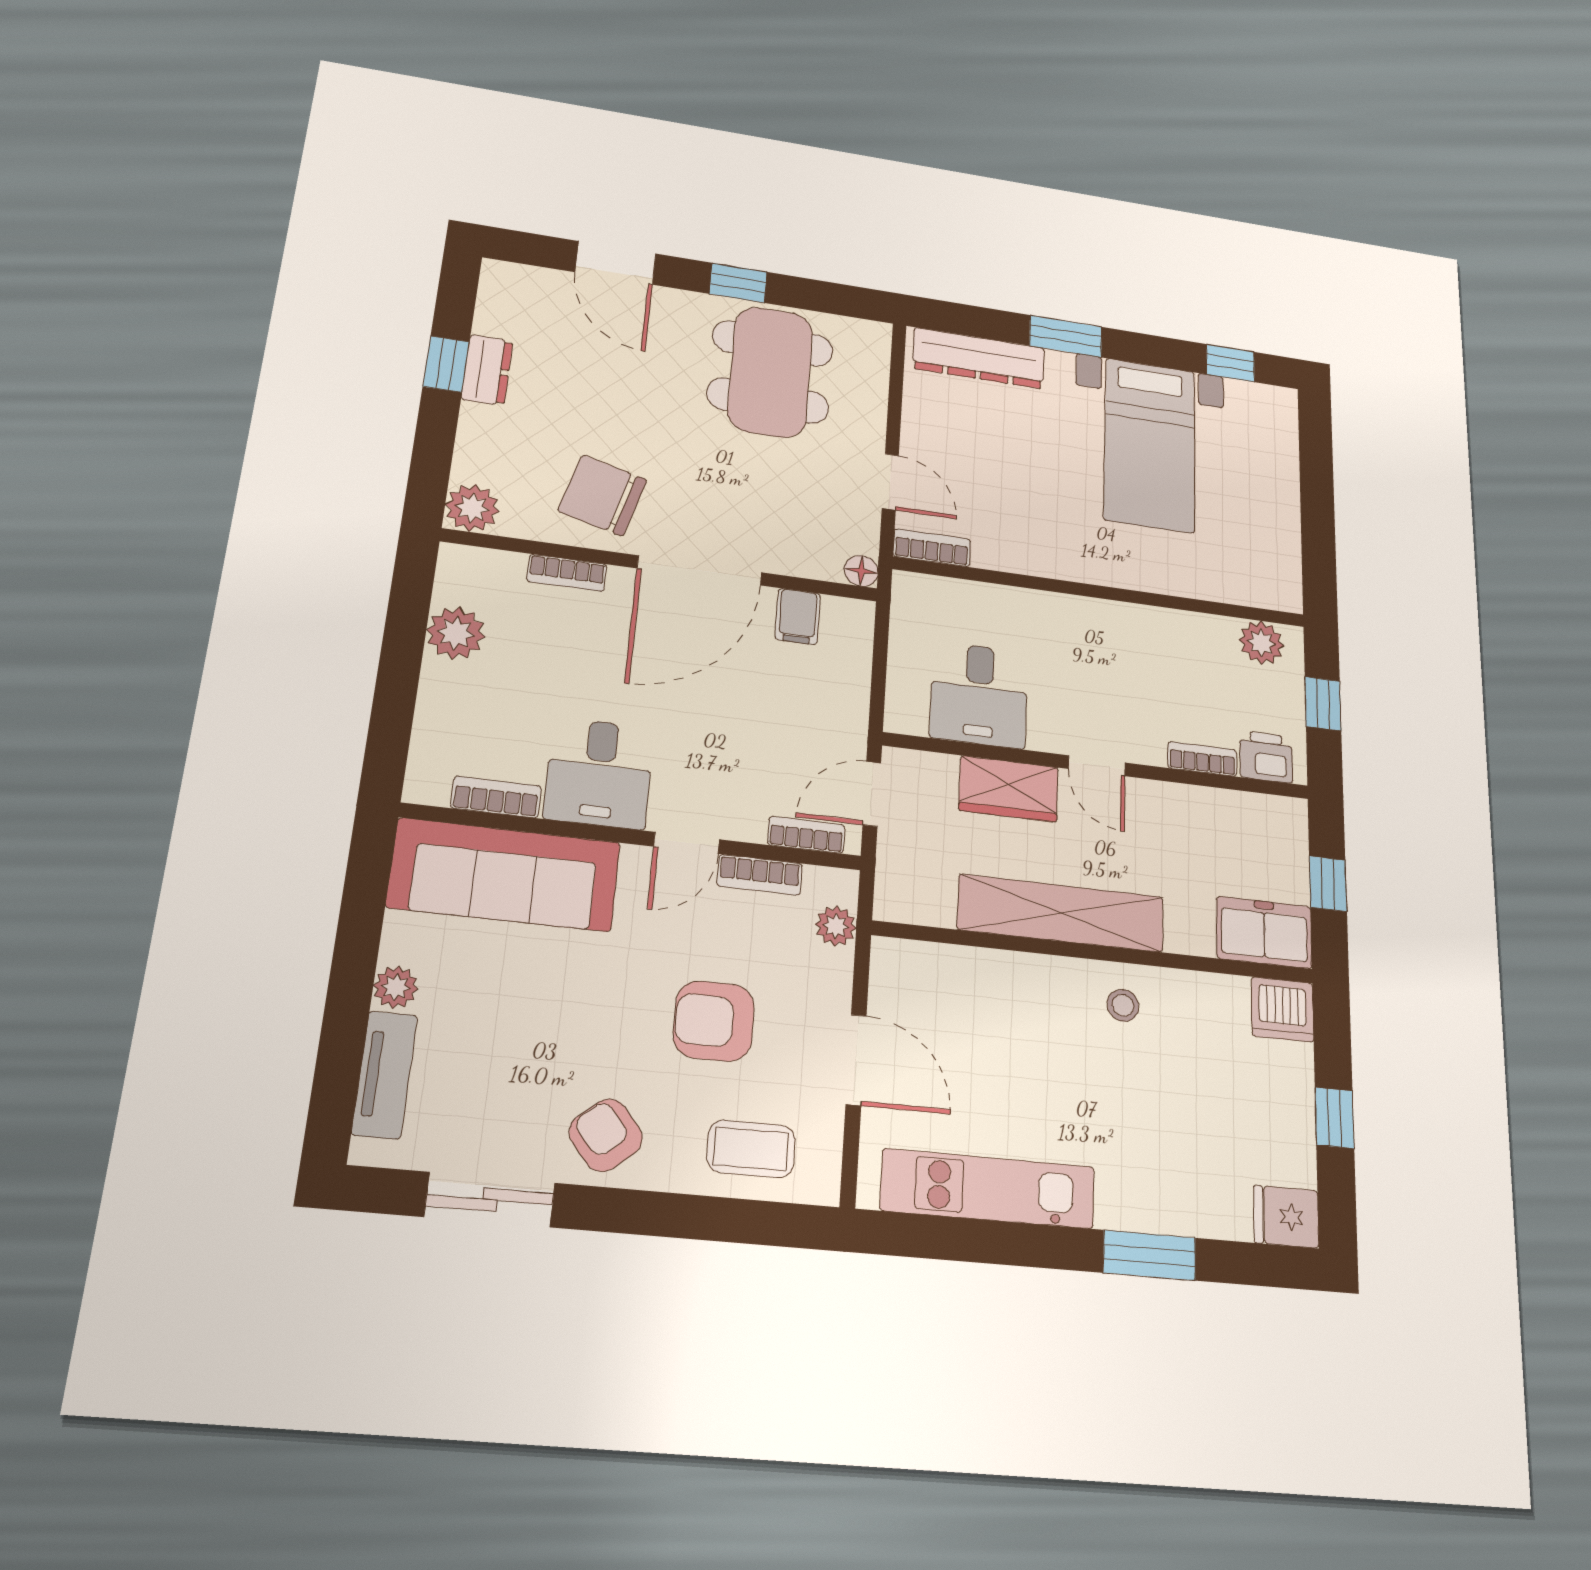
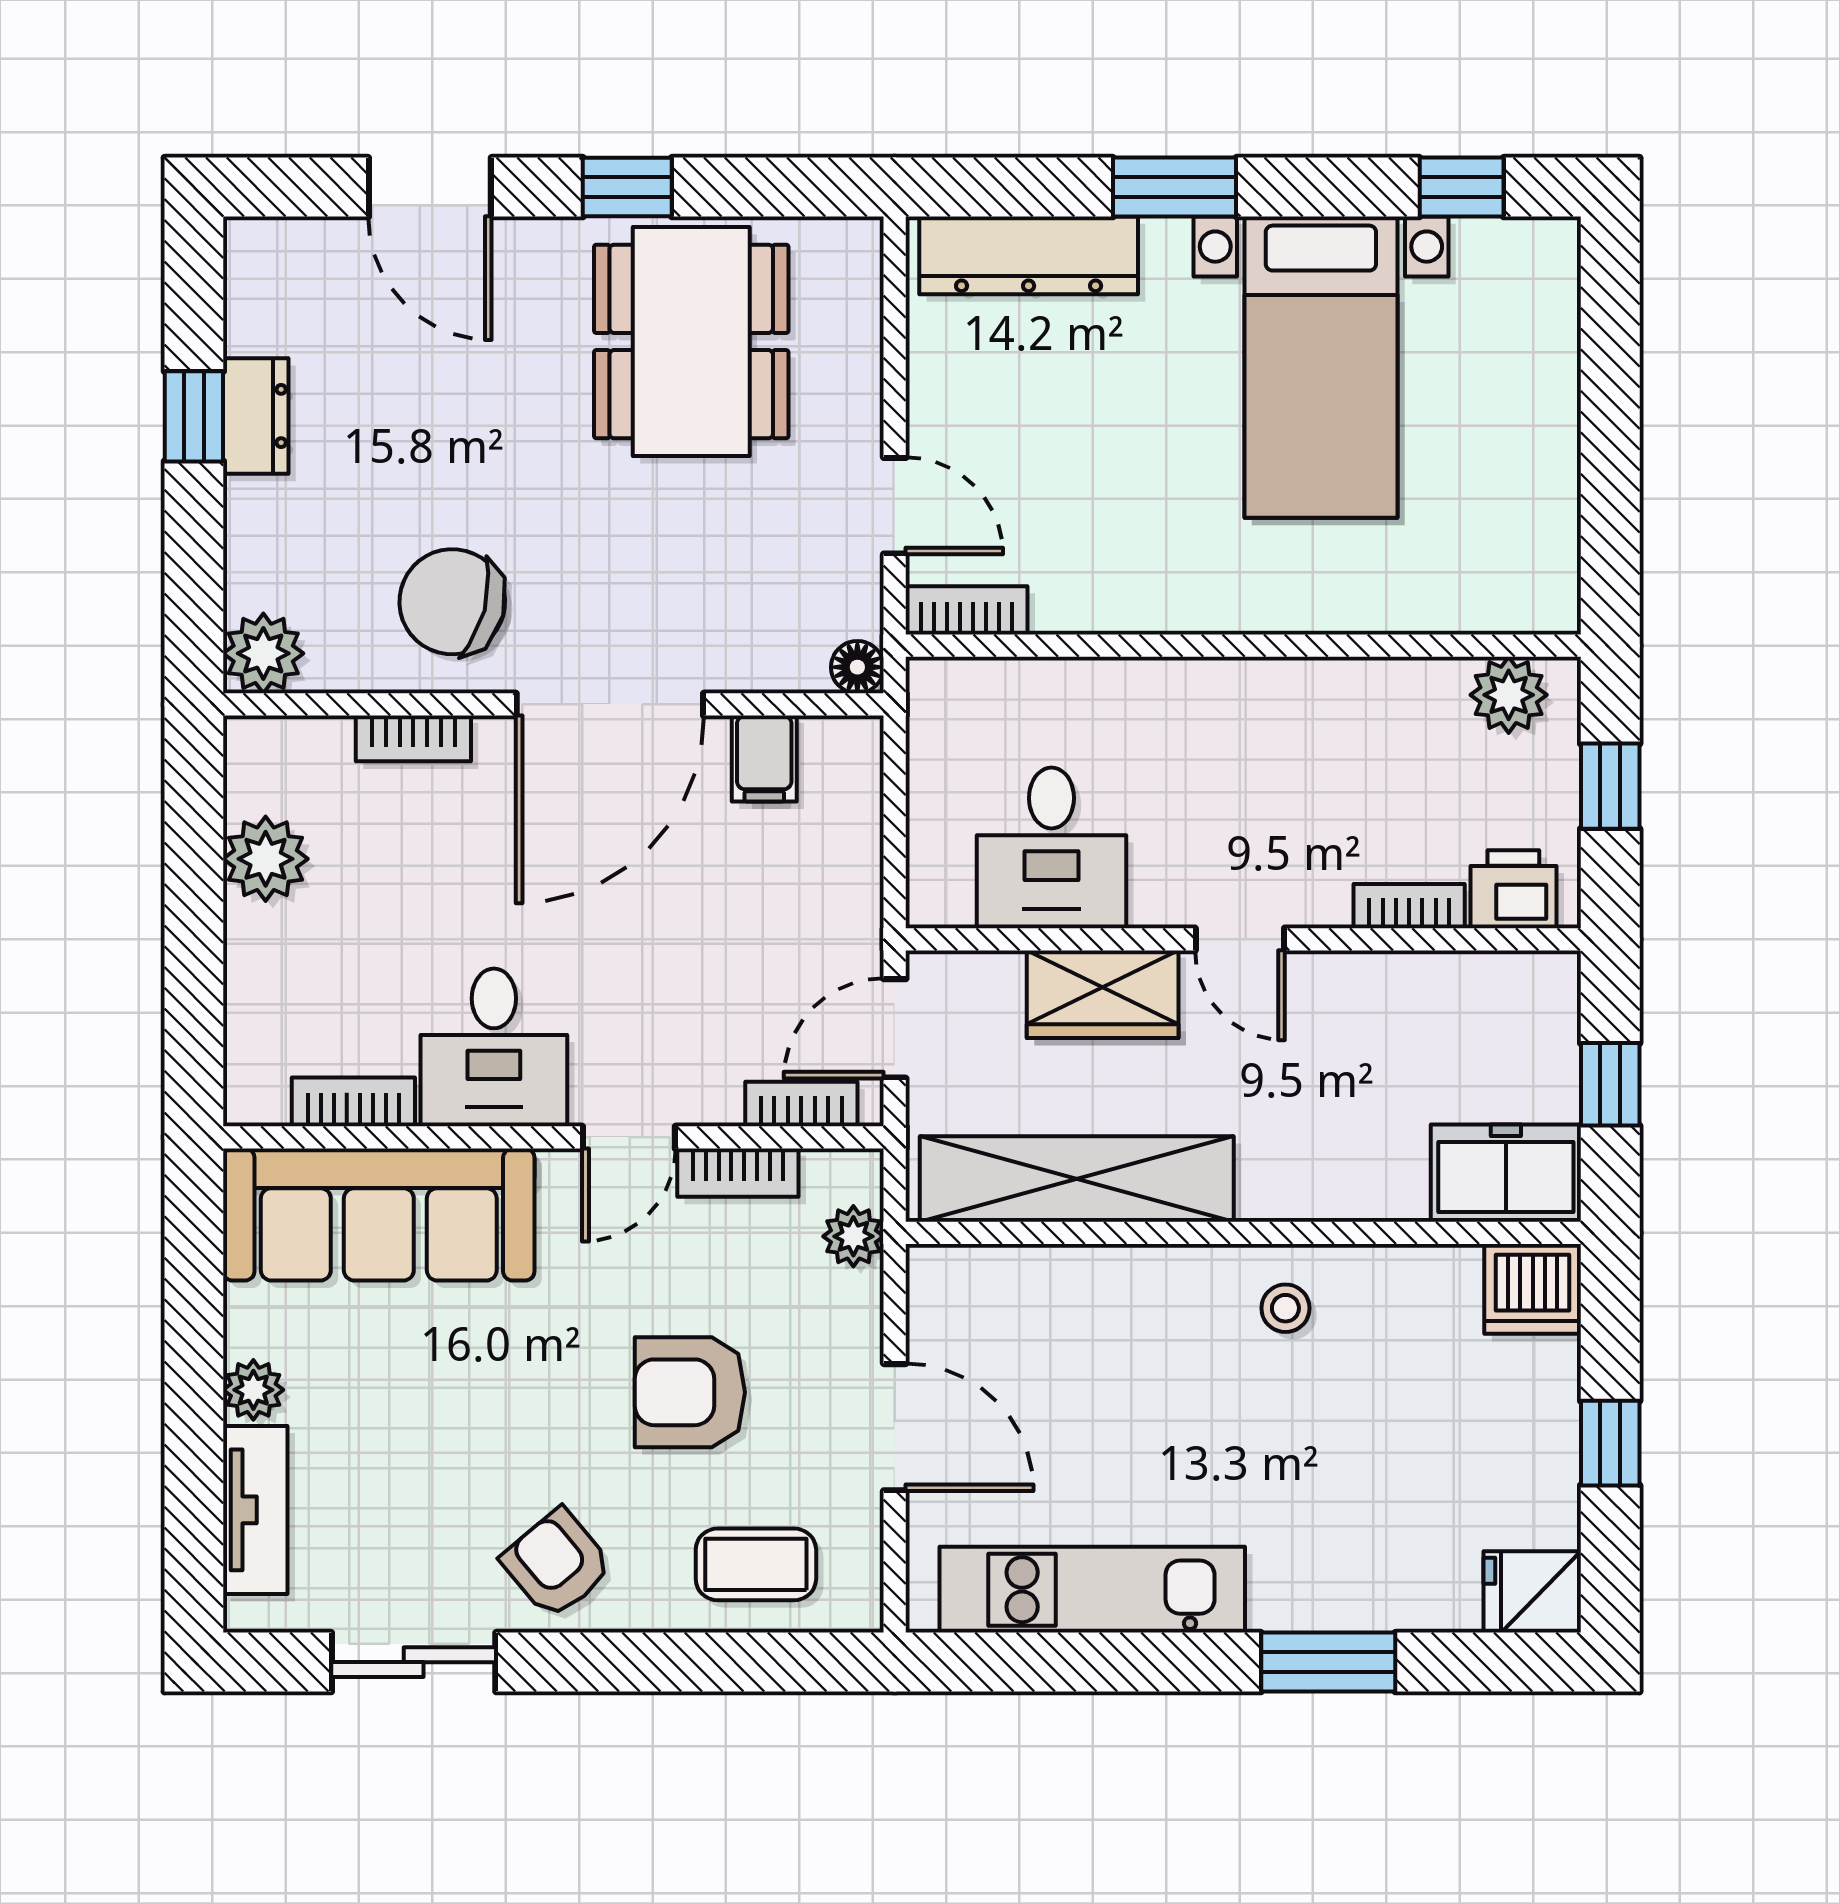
shelving: (1061, 913) -> (1077, 1179), moved

